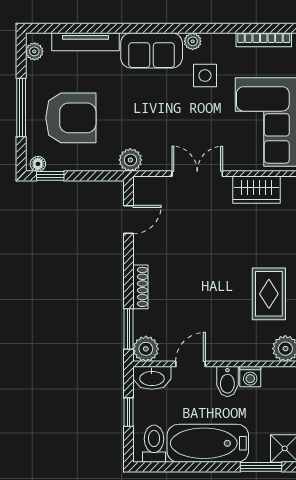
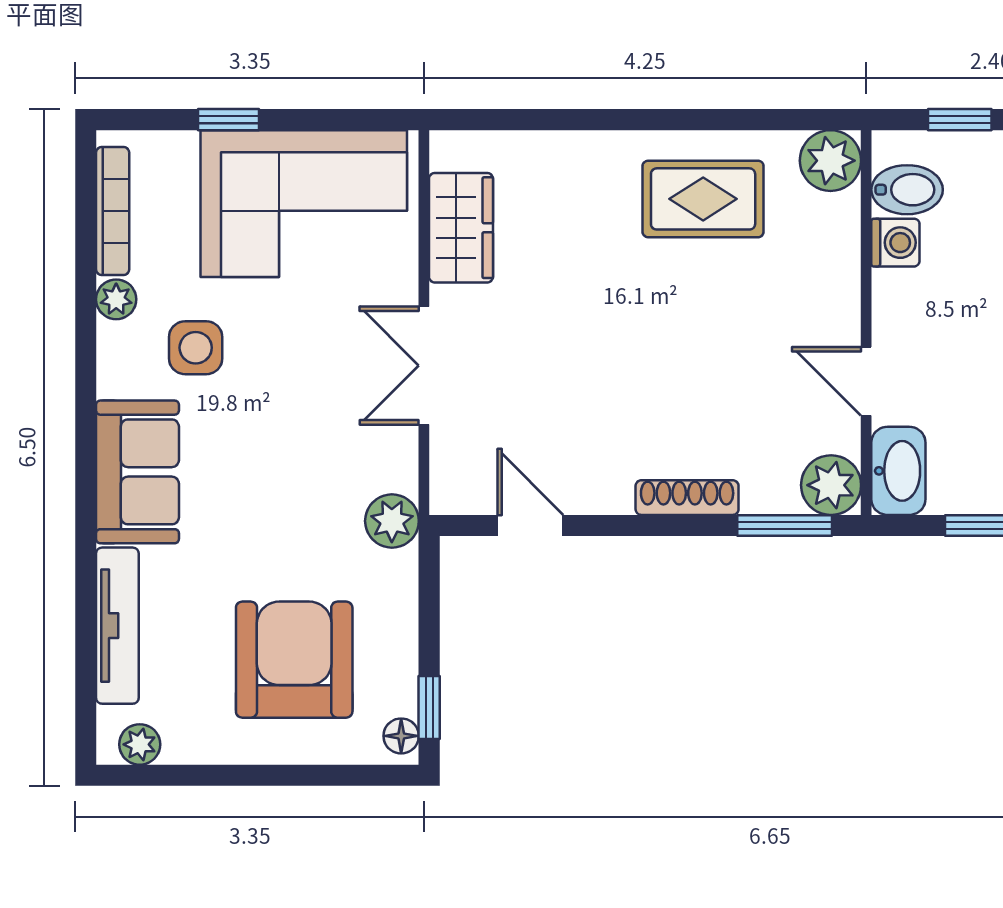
plant: (193, 41) -> (116, 299), moved
window: (21, 107) -> (270, 775), removed
bidet: (227, 382) -> (907, 190), moved

